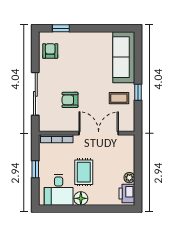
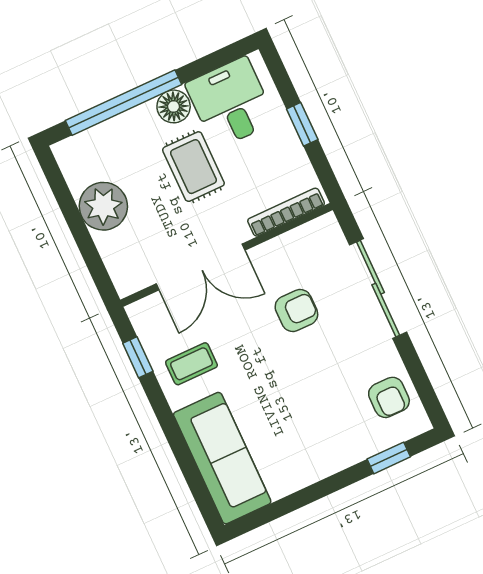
window: (138, 92) -> (138, 357), moved
plant: (129, 178) -> (103, 206), width x1.88, depth x1.88
printer: (127, 193) -> (78, 164), removed
window: (99, 209) -> (123, 103), added

